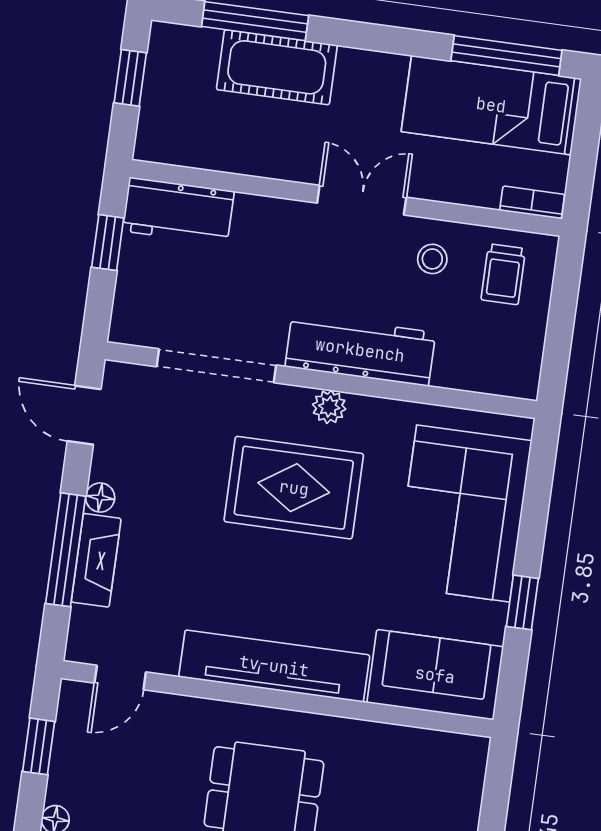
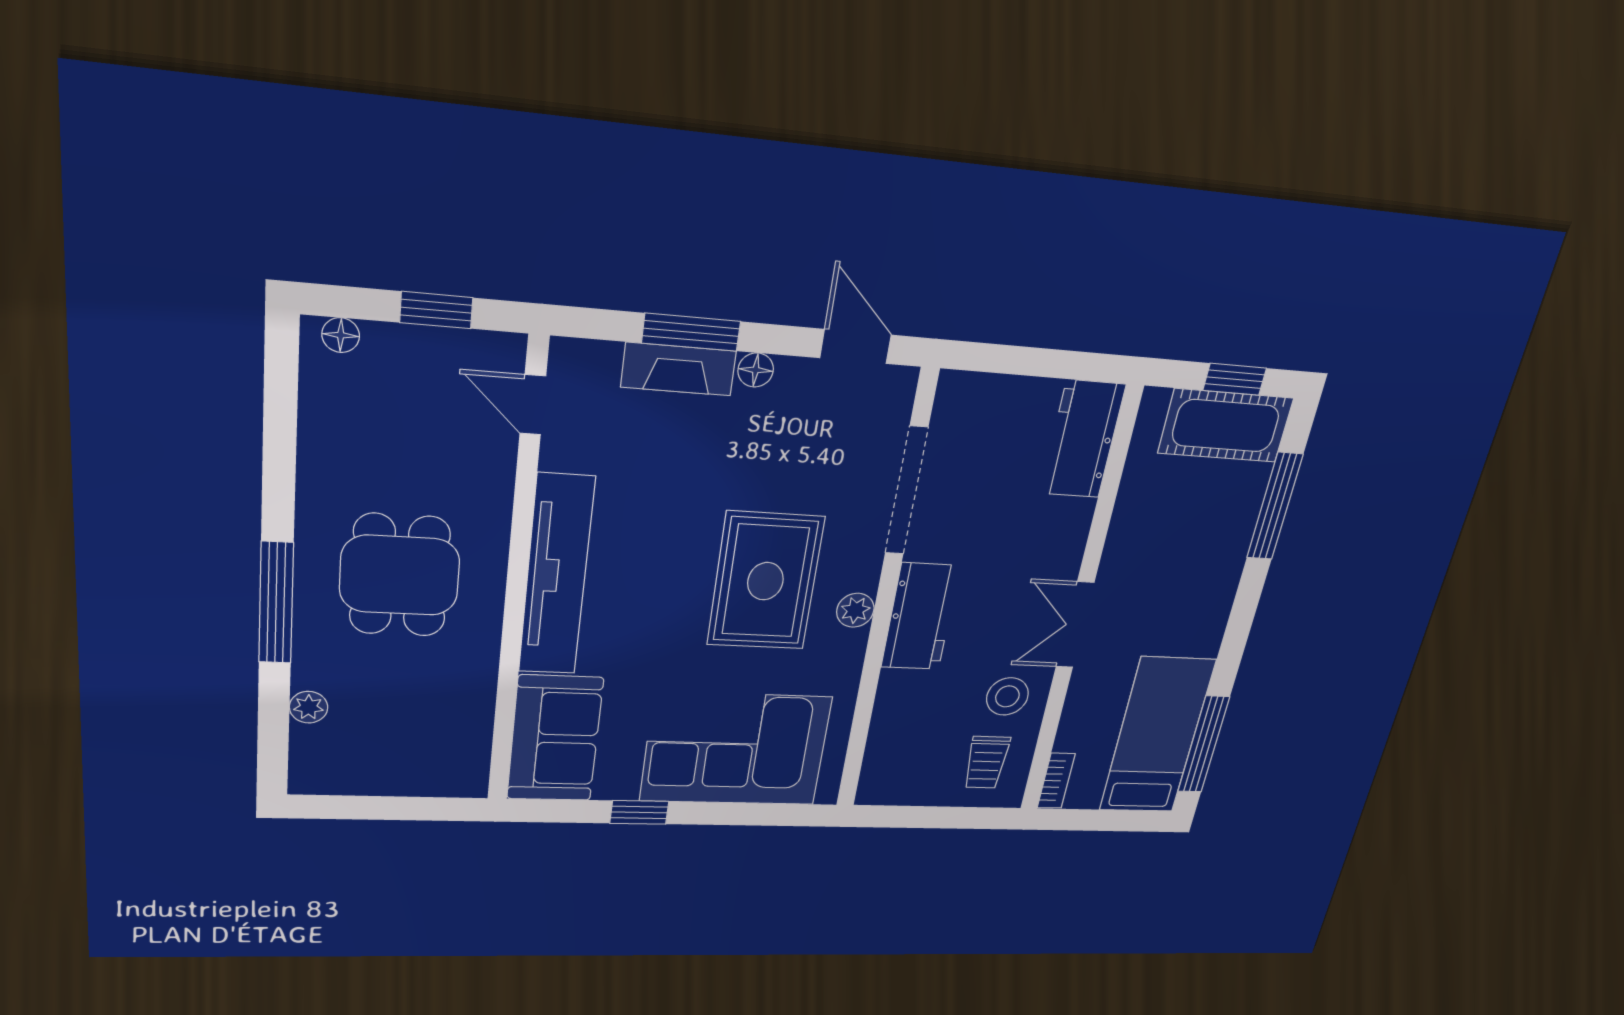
cot: (277, 67) -> (1226, 426), moved, turned 90
double door: (362, 200) -> (1075, 625), swing flipped
window: (108, 243) -> (1055, 364), removed
stool: (432, 259) -> (1007, 696), width x1.37, depth x1.37
trolley: (503, 274) -> (986, 762), turned -90
workbench: (360, 350) -> (920, 617), width x0.73
door: (84, 415) -> (855, 346), hinge flipped
window: (66, 550) -> (691, 332), width x0.69

